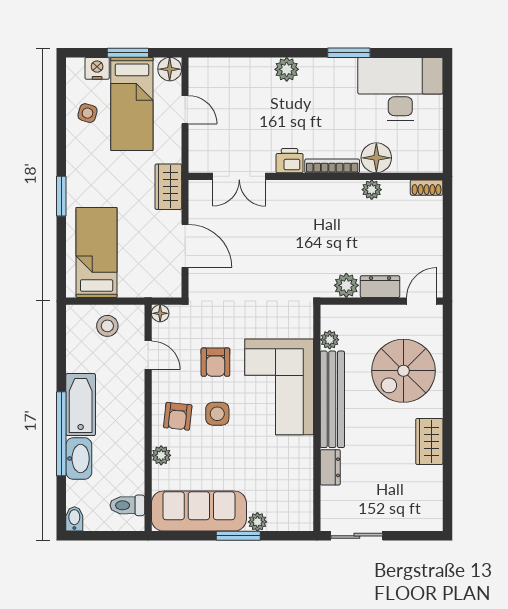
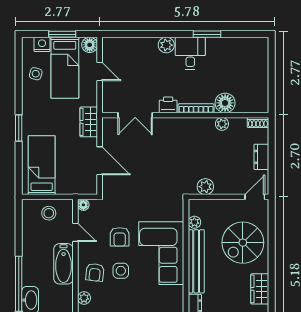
desk: (400, 89) -> (190, 53), moved, width x0.53, depth x0.77
dresser: (380, 287) -> (261, 157), moved, turned -90
bathtub: (81, 405) -> (64, 264), moved, turned 180

